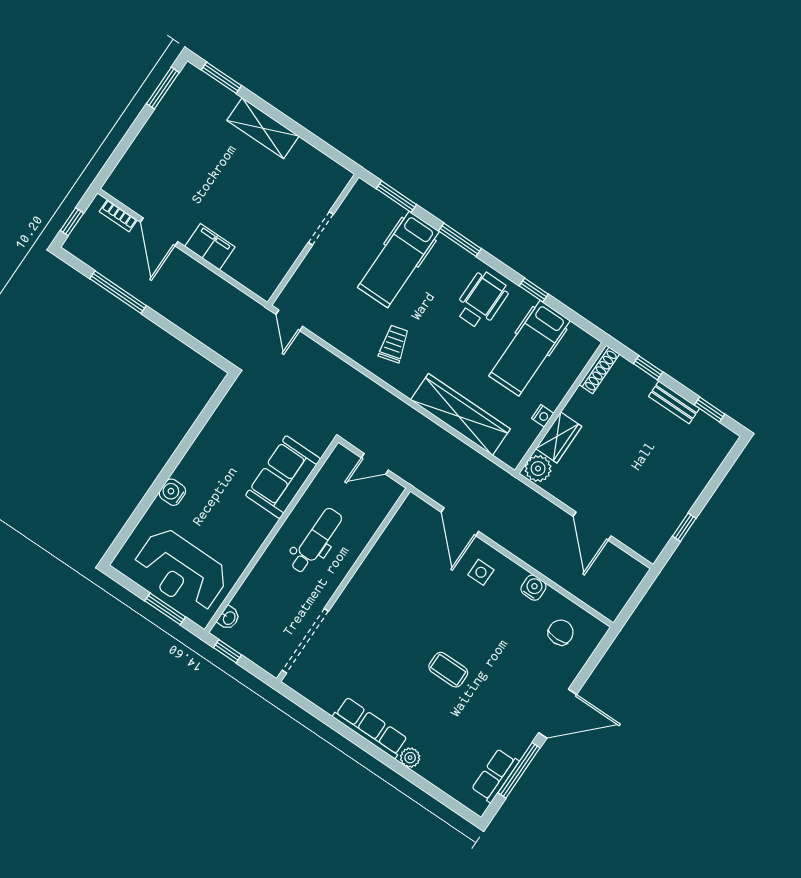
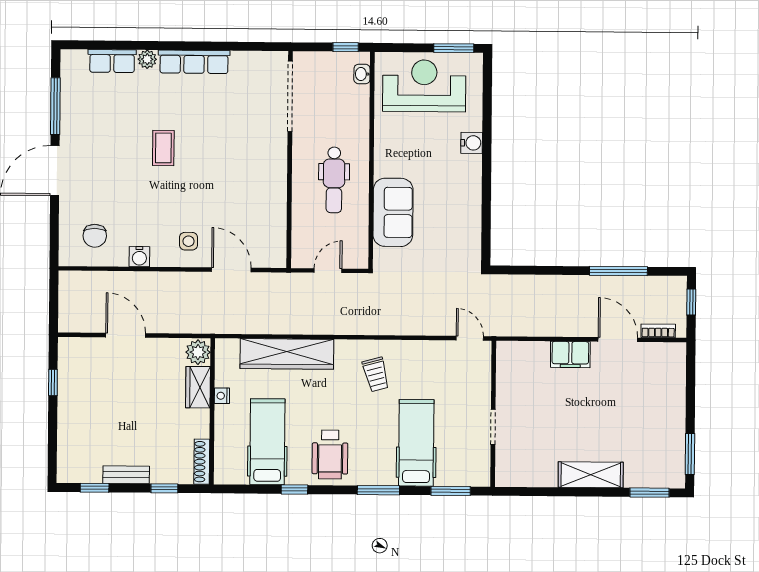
window: (165, 609) -> (454, 48), moved
coffee table: (448, 670) -> (163, 148), turned 90
row of seats: (495, 775) -> (112, 61), moved, turned 90

